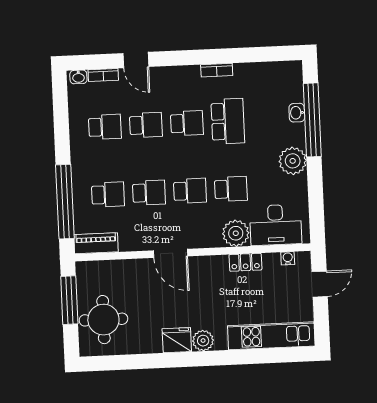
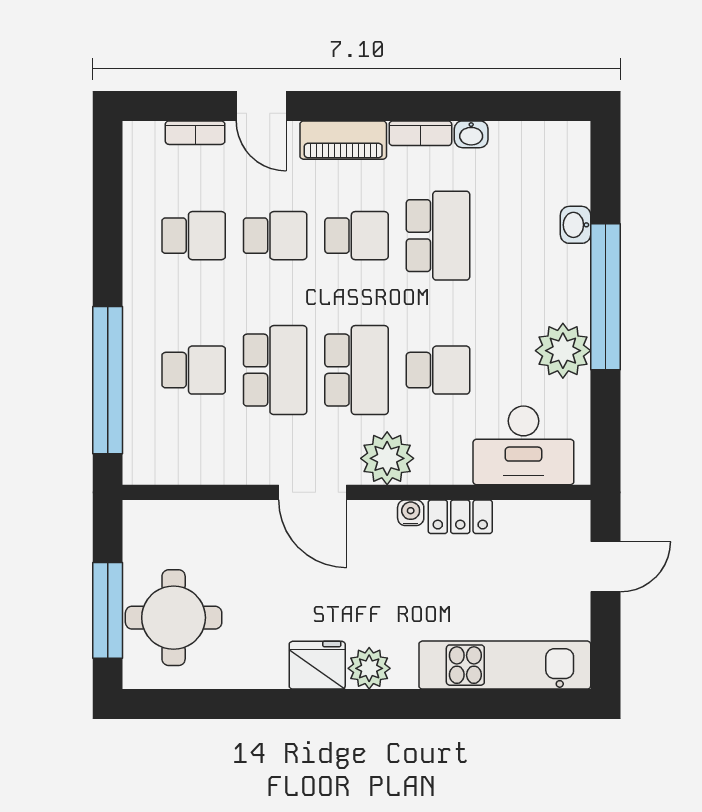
washbasin: (78, 77) -> (471, 134), moved
window: (312, 120) -> (605, 297), moved
plant: (293, 161) -> (563, 351), moved
school desk: (190, 191) -> (357, 370), width x1.85
school desk: (149, 193) -> (275, 370), width x1.85
plant: (236, 233) -> (387, 458), moved
piano: (96, 243) -> (343, 140), moved, turned 180
water cooler: (288, 258) -> (411, 513), moved
window: (69, 300) -> (108, 610), moved

